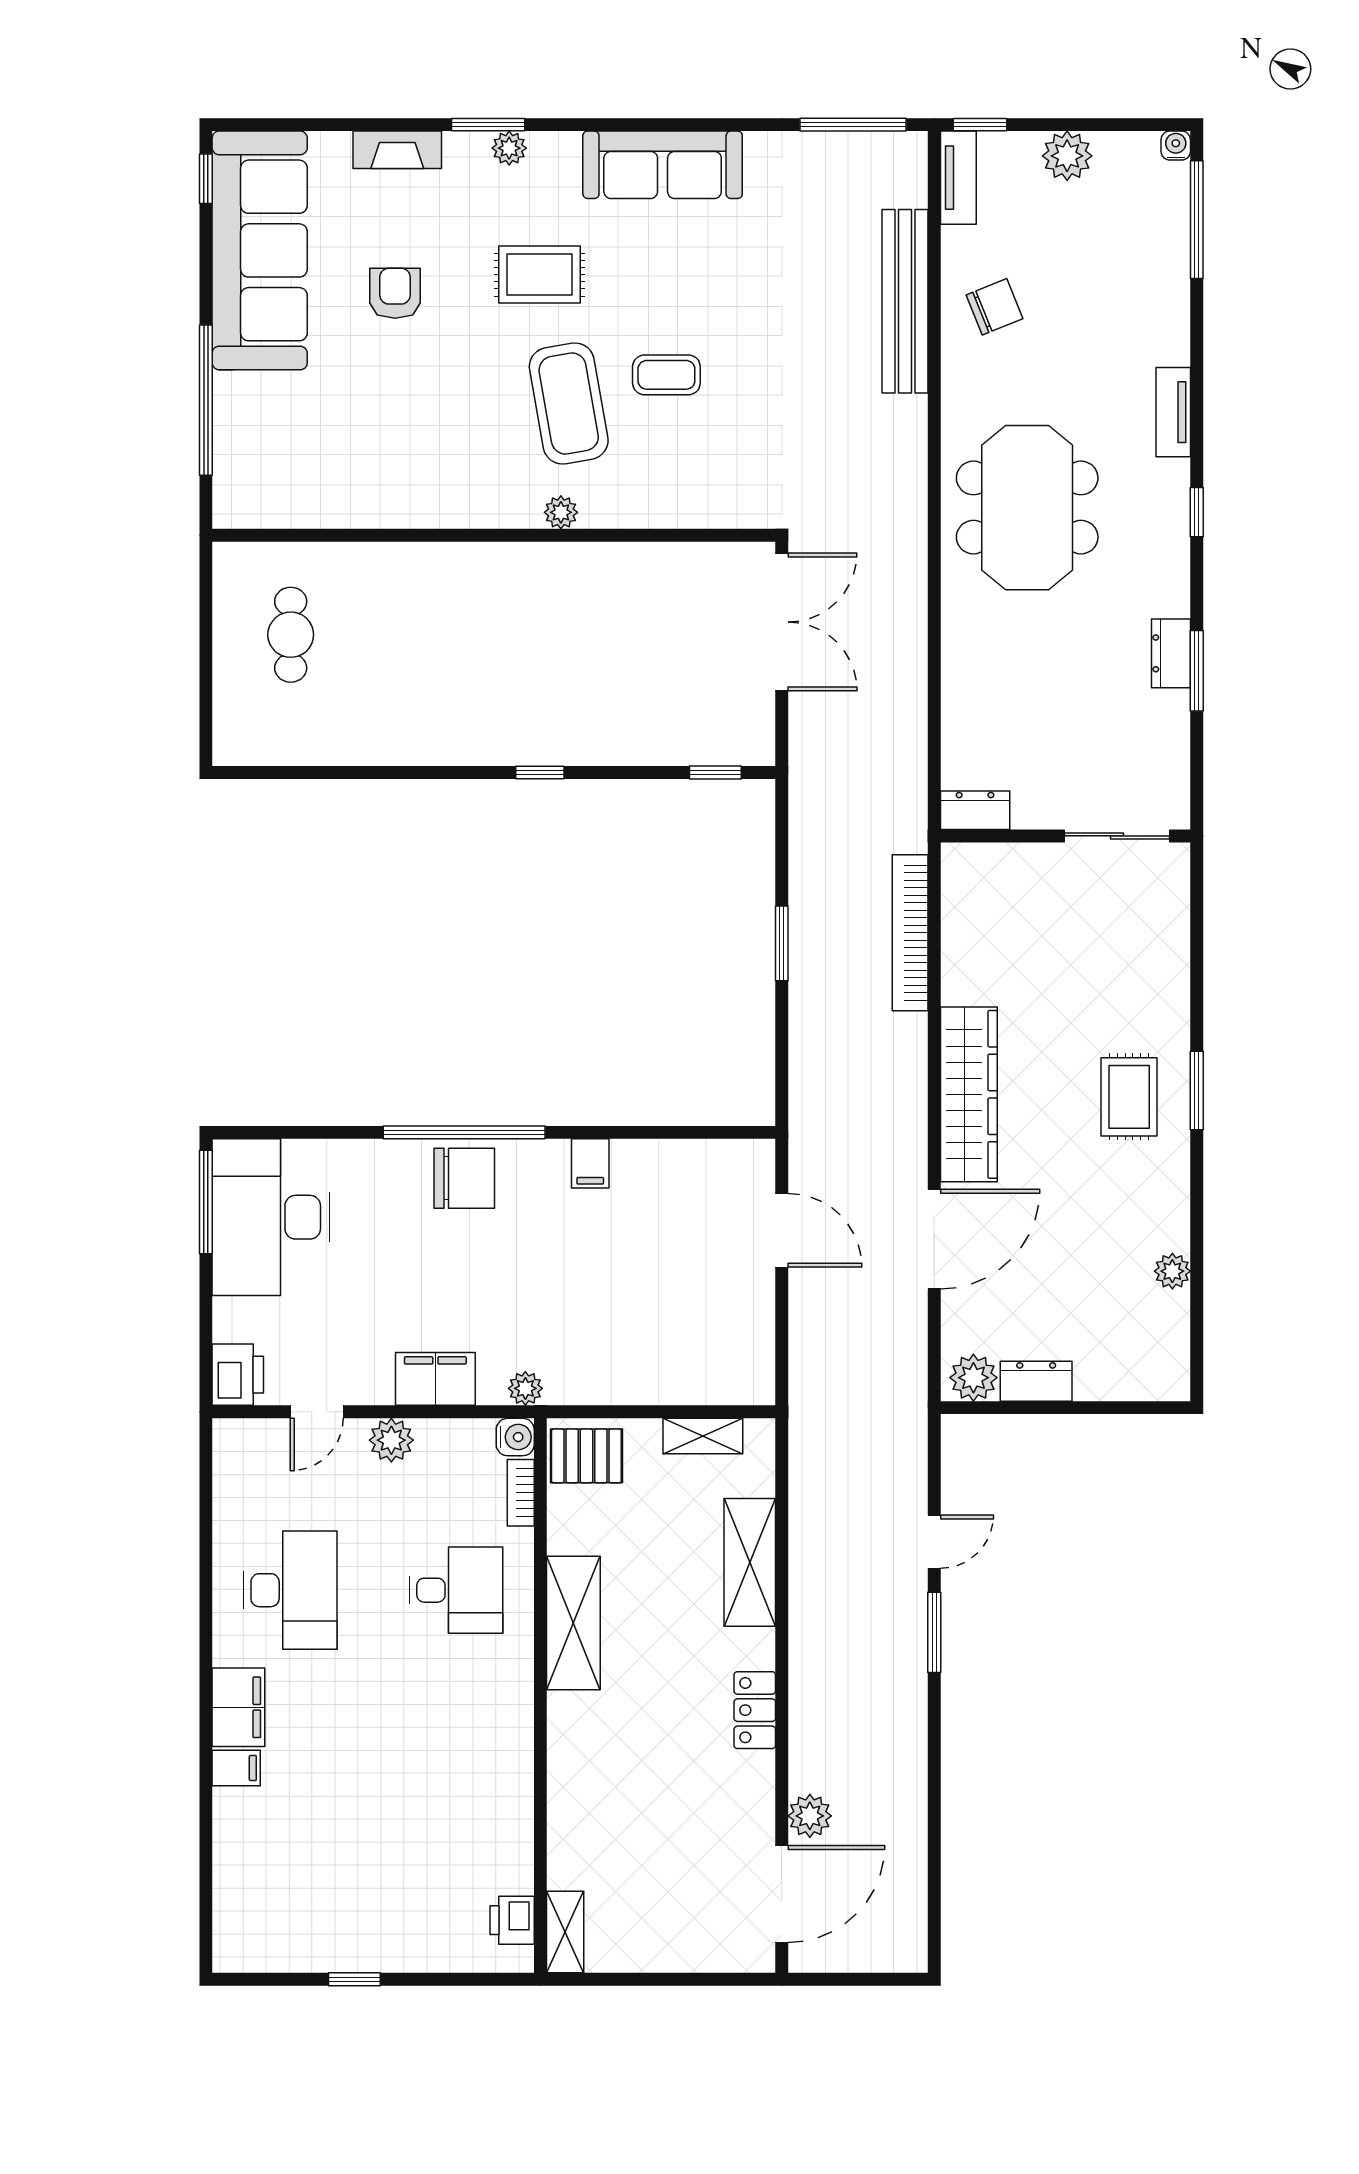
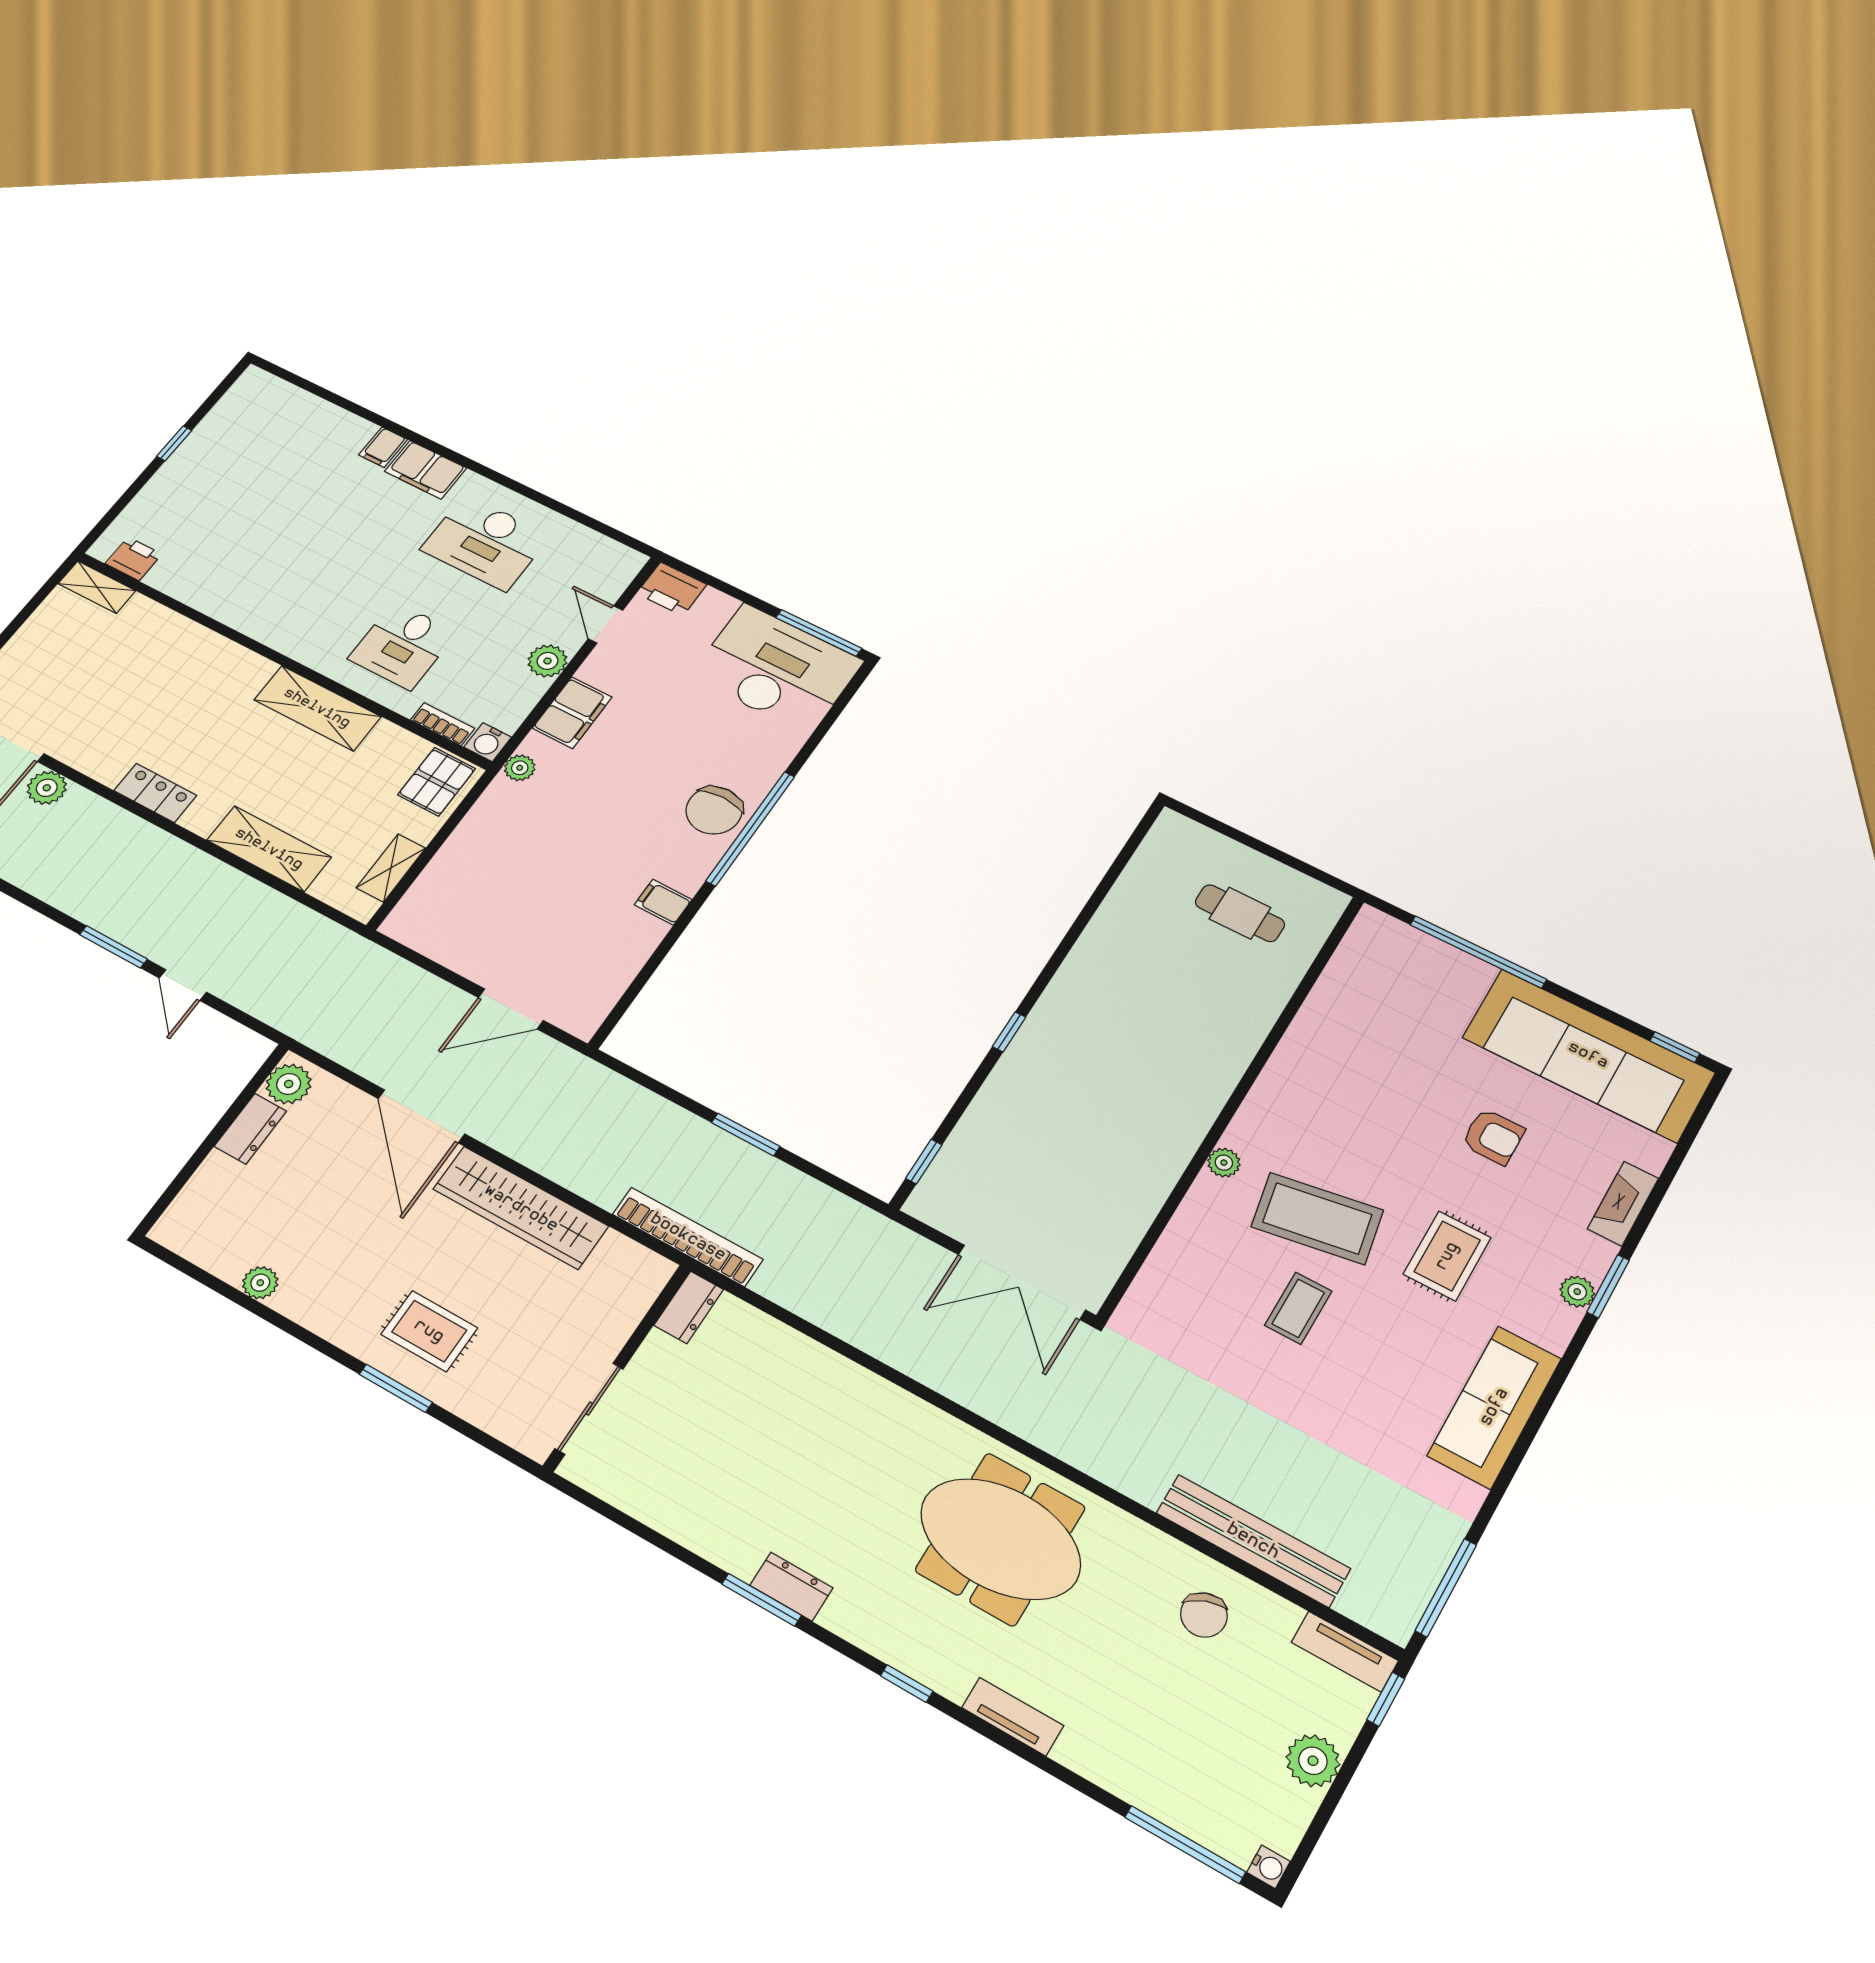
dresser: (975, 810) -> (689, 1307), moved
wall: (1065, 836) -> (618, 1367), moved
sliding door: (1117, 836) -> (589, 1409), moved

